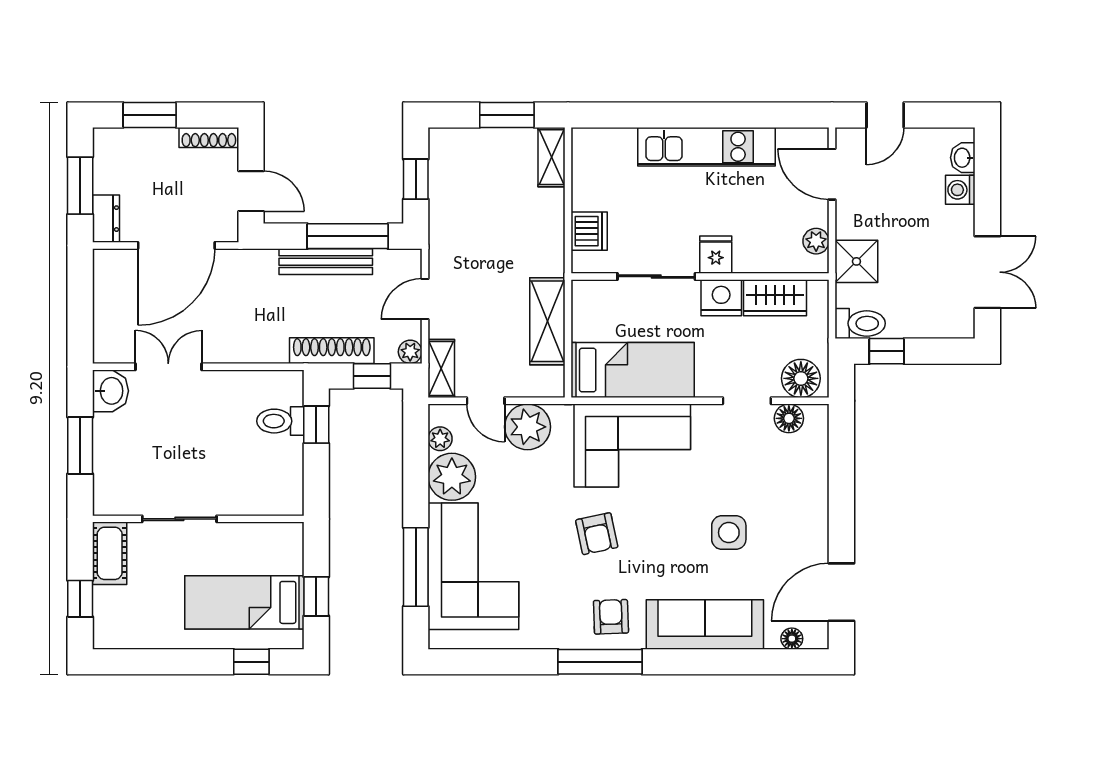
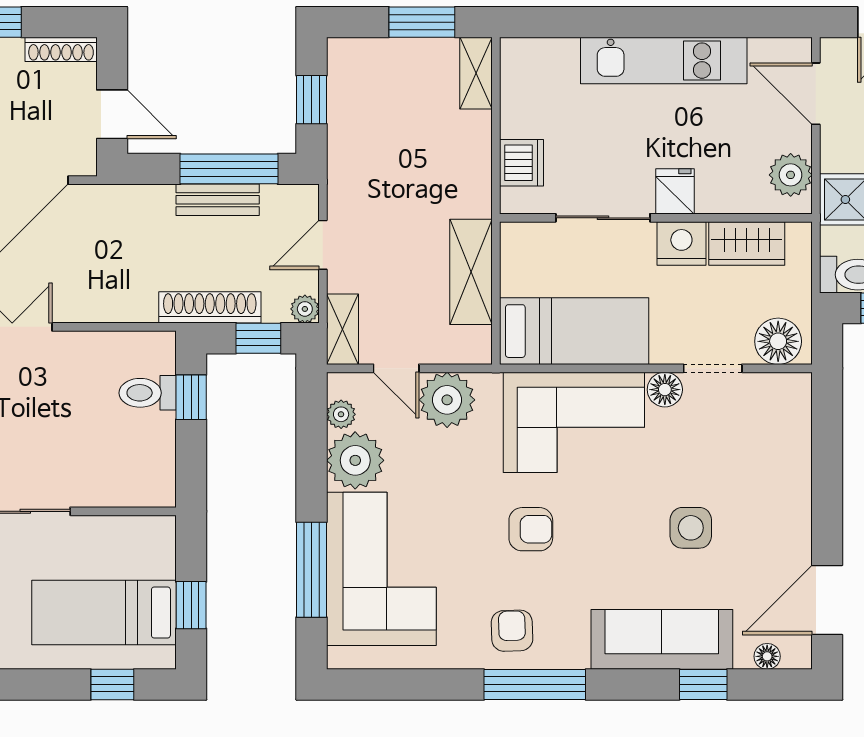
plant: (816, 241) -> (791, 175), width x1.38, depth x1.38
bench: (326, 262) -> (218, 200), width x0.73
floor lamp: (789, 418) -> (665, 390), moved
armchair: (597, 534) -> (531, 529), turned -78
armchair: (611, 617) -> (512, 631), moved
window: (739, 662) -> (703, 684), added

